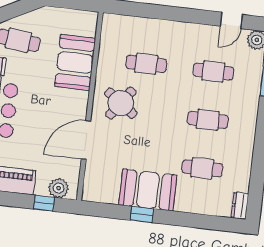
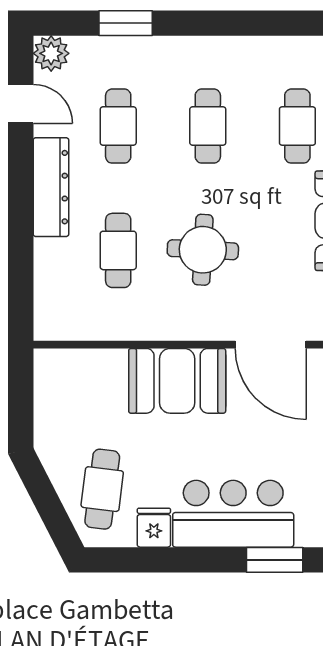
dresser: (185, 31) -> (51, 187), added
booth: (75, 62) -> (177, 381), moved
round table: (121, 103) -> (203, 250), moved, turned -33

